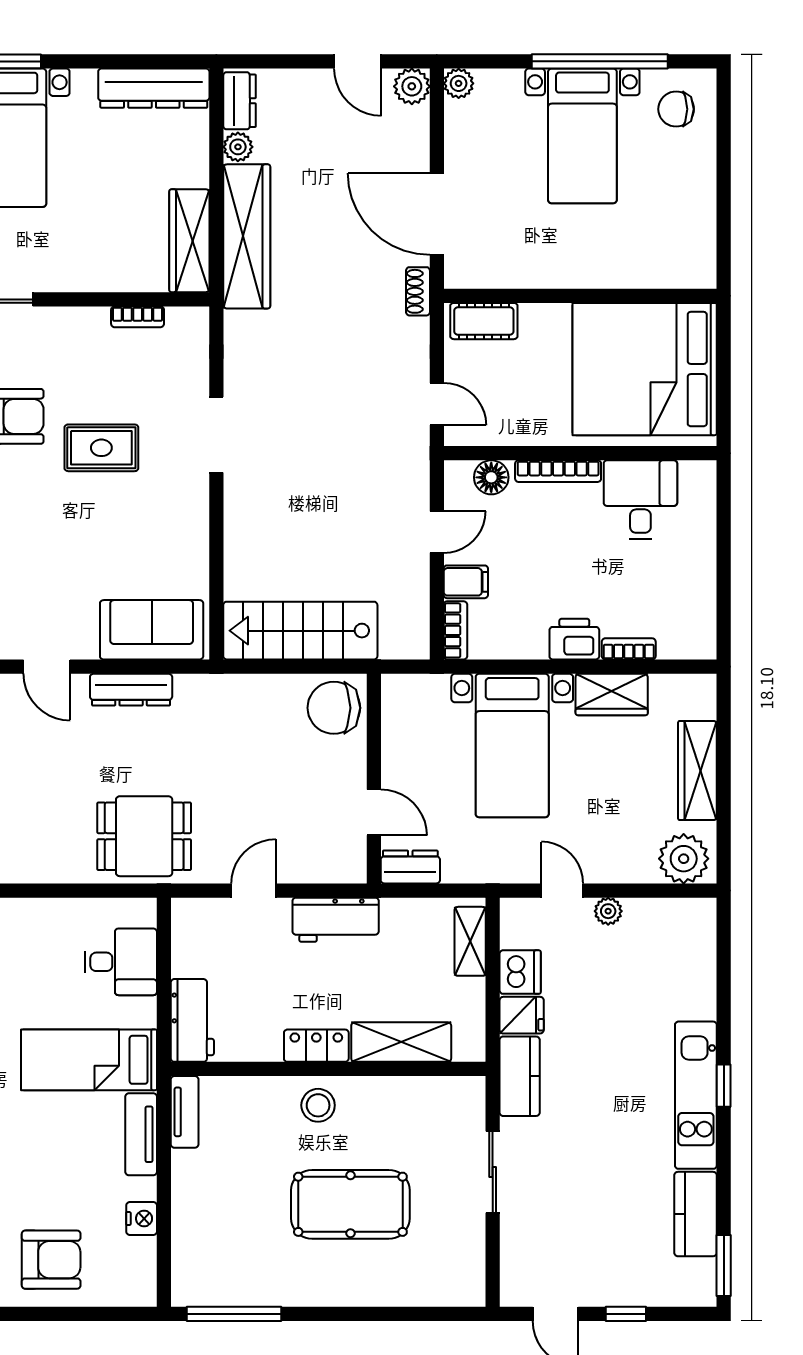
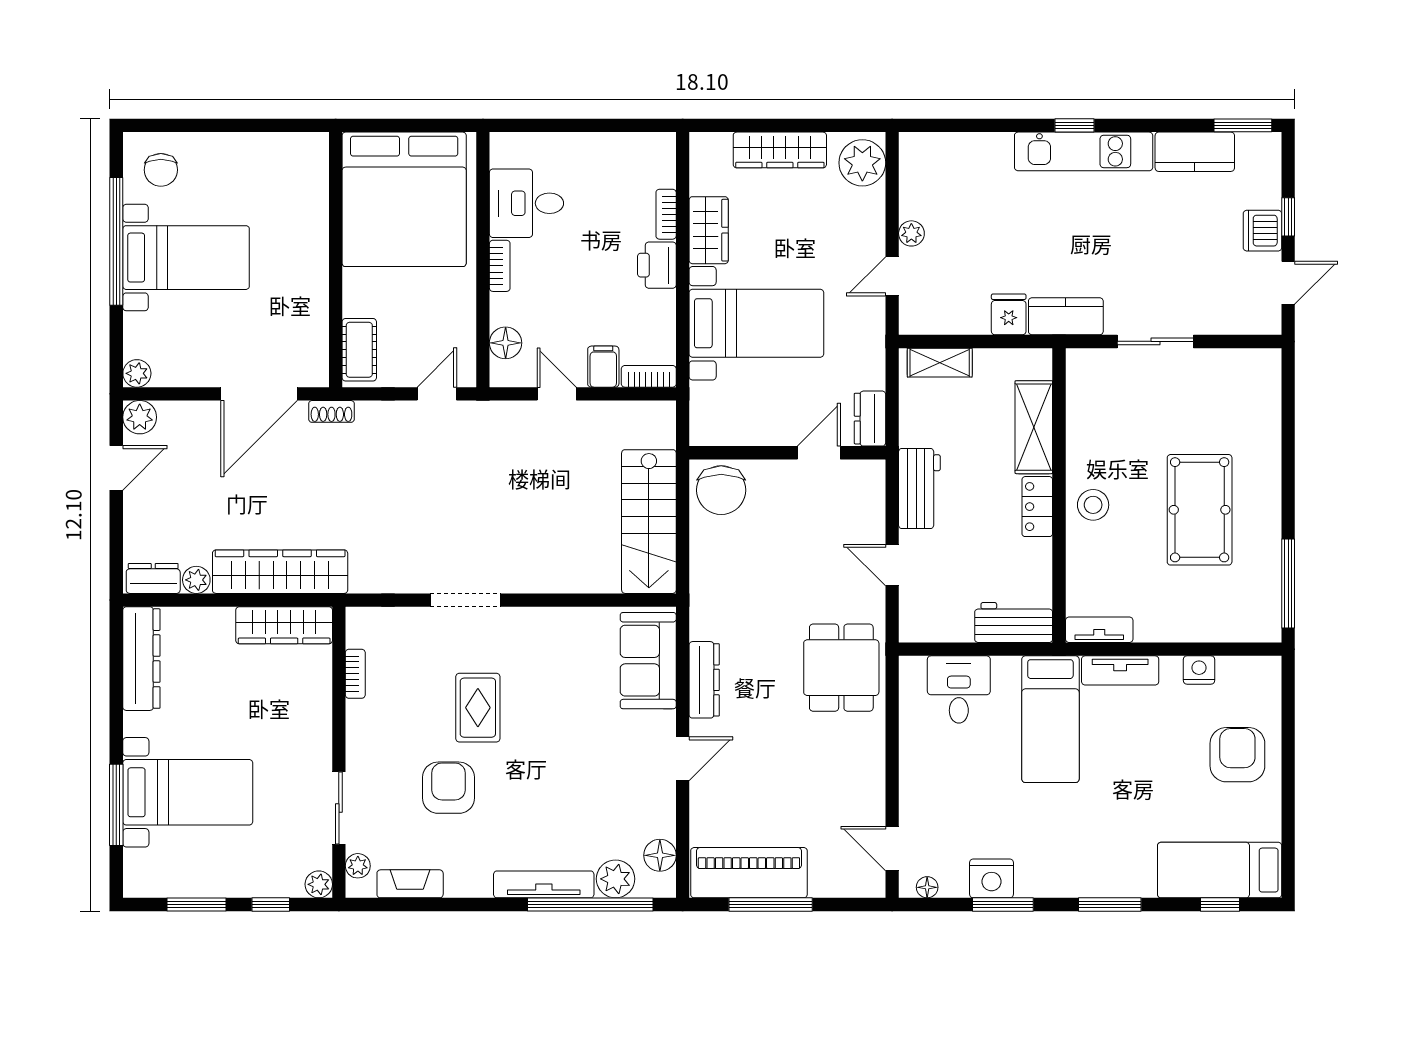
bookcase: (558, 471) -> (500, 266), width x0.64
dishwasher: (520, 972) -> (1262, 231), moved, turned -90
pool table: (350, 1204) -> (1200, 510), moved

